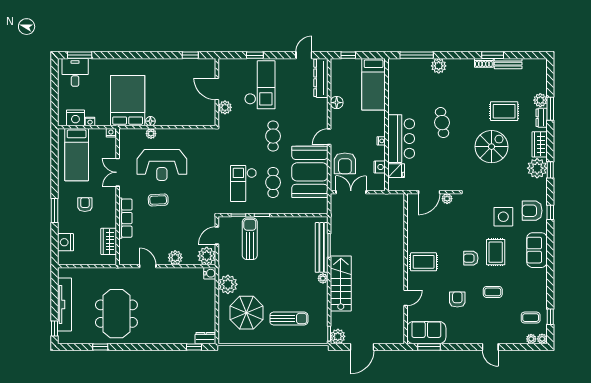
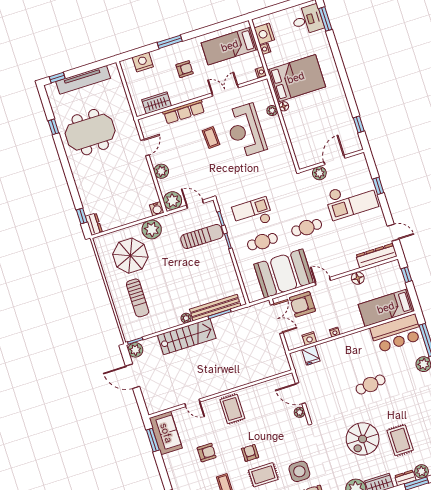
bar counter: (401, 139) -> (396, 333), moved
spiral stairs: (491, 147) -> (363, 439), turned 90

